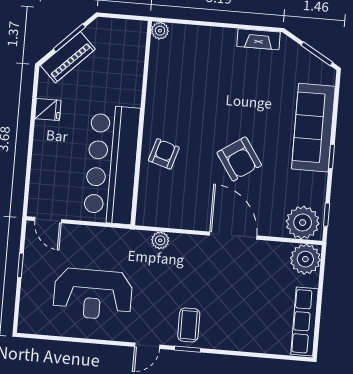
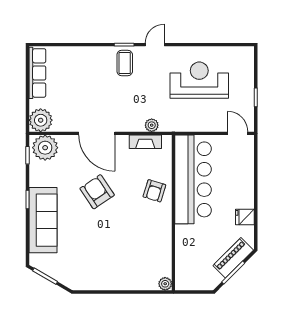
fireplace: (259, 39) -> (145, 142), moved, turned 180

